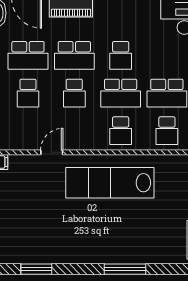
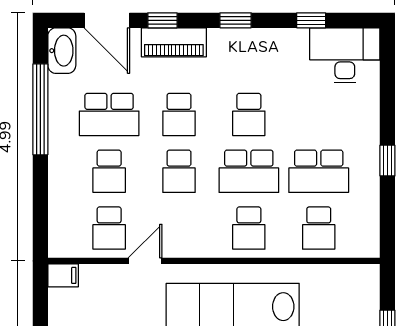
school desk: (74, 55) -> (179, 114), width x0.54
school desk: (28, 131) -> (109, 228), added

